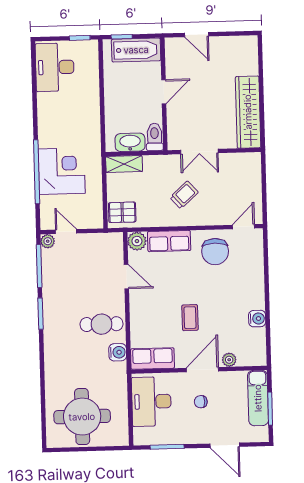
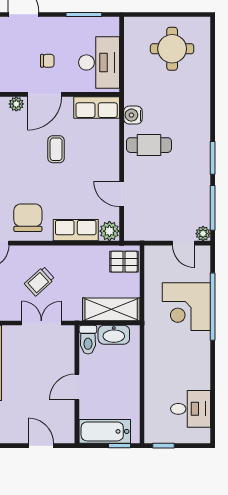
desk: (55, 67) -> (191, 409), width x0.73
shelving: (124, 164) -> (111, 309), width x1.50, depth x1.33
trolley: (184, 195) -> (39, 281), moved
round table: (82, 417) -> (172, 49), width x0.73, depth x0.73

